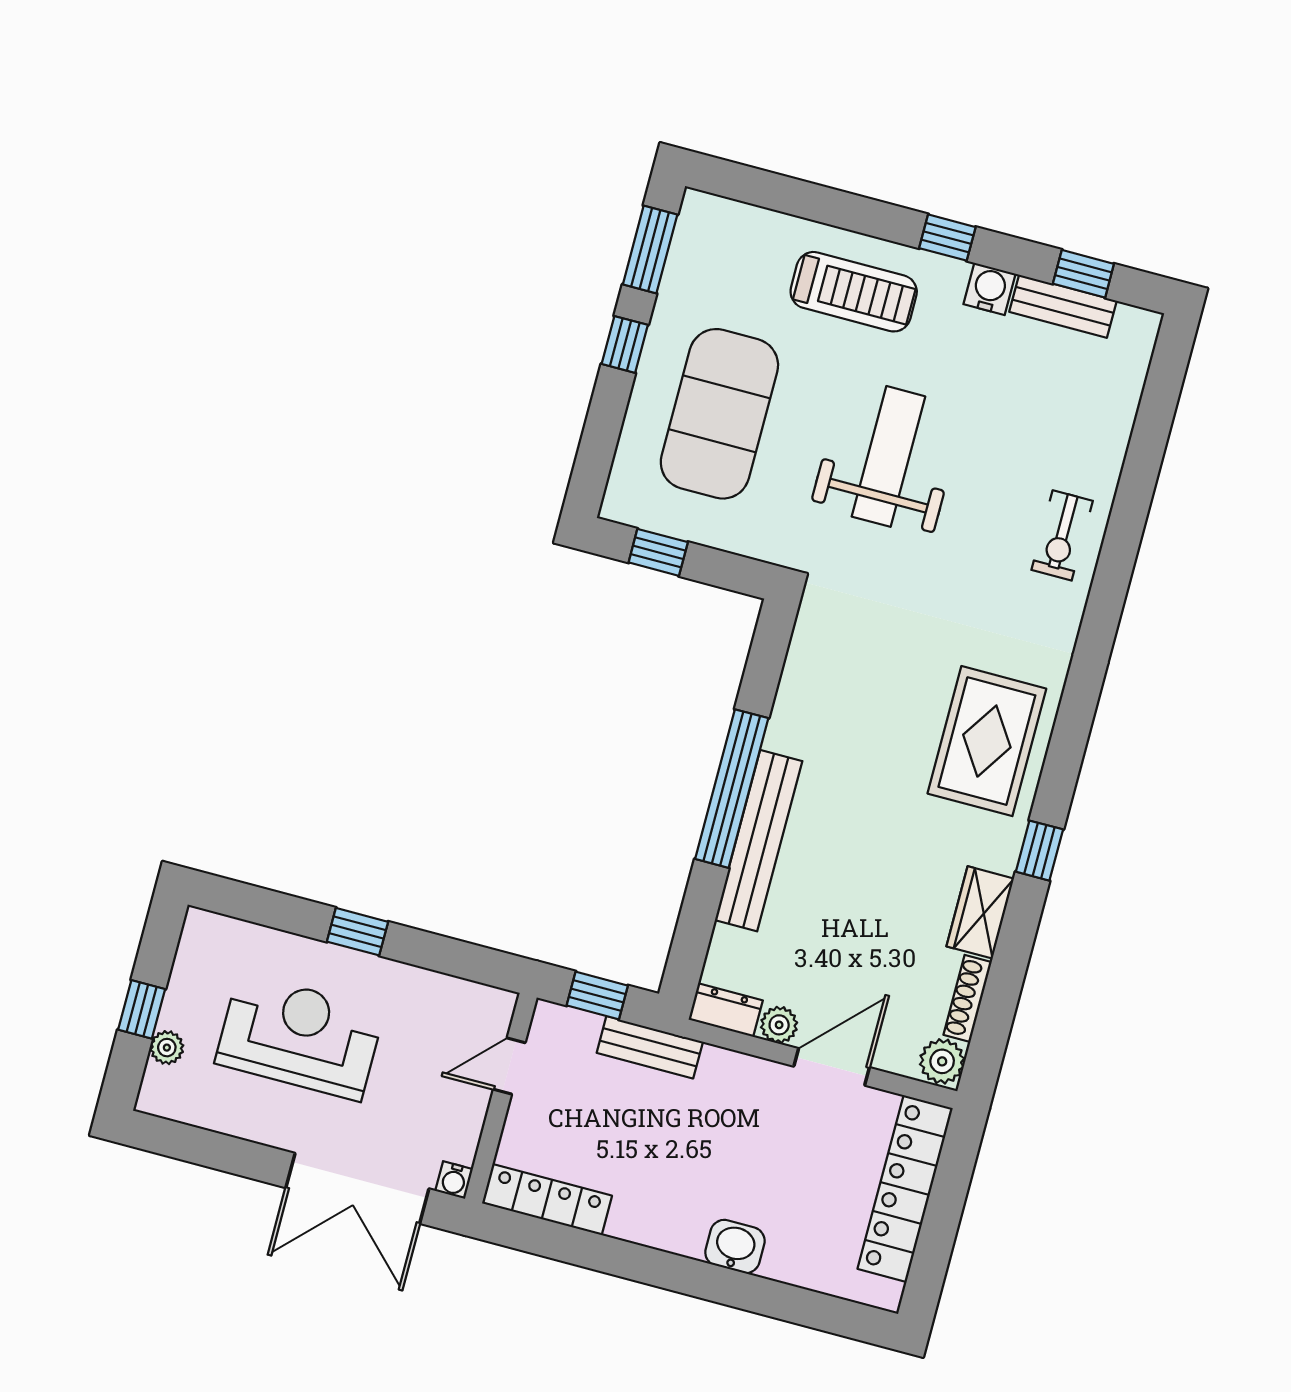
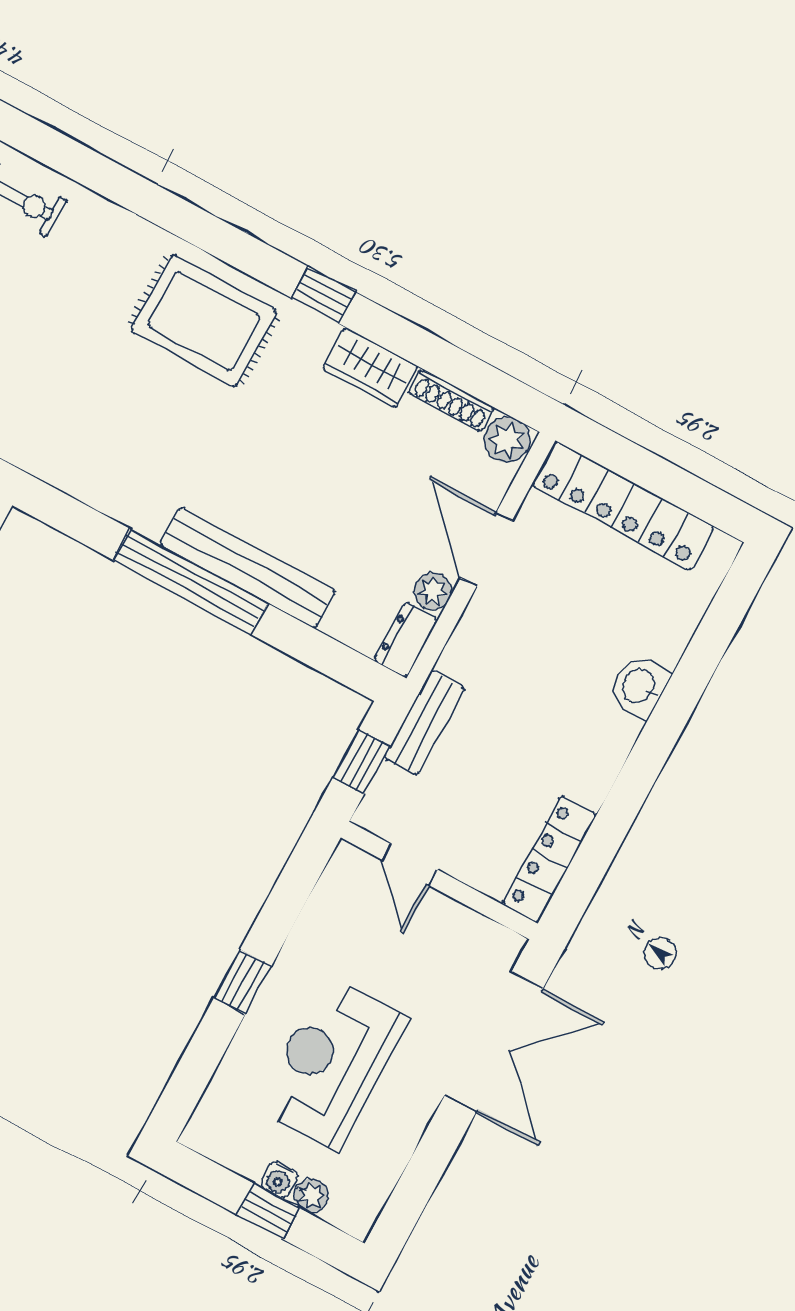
water cooler: (454, 1180) -> (279, 1180), moved, turned 90

